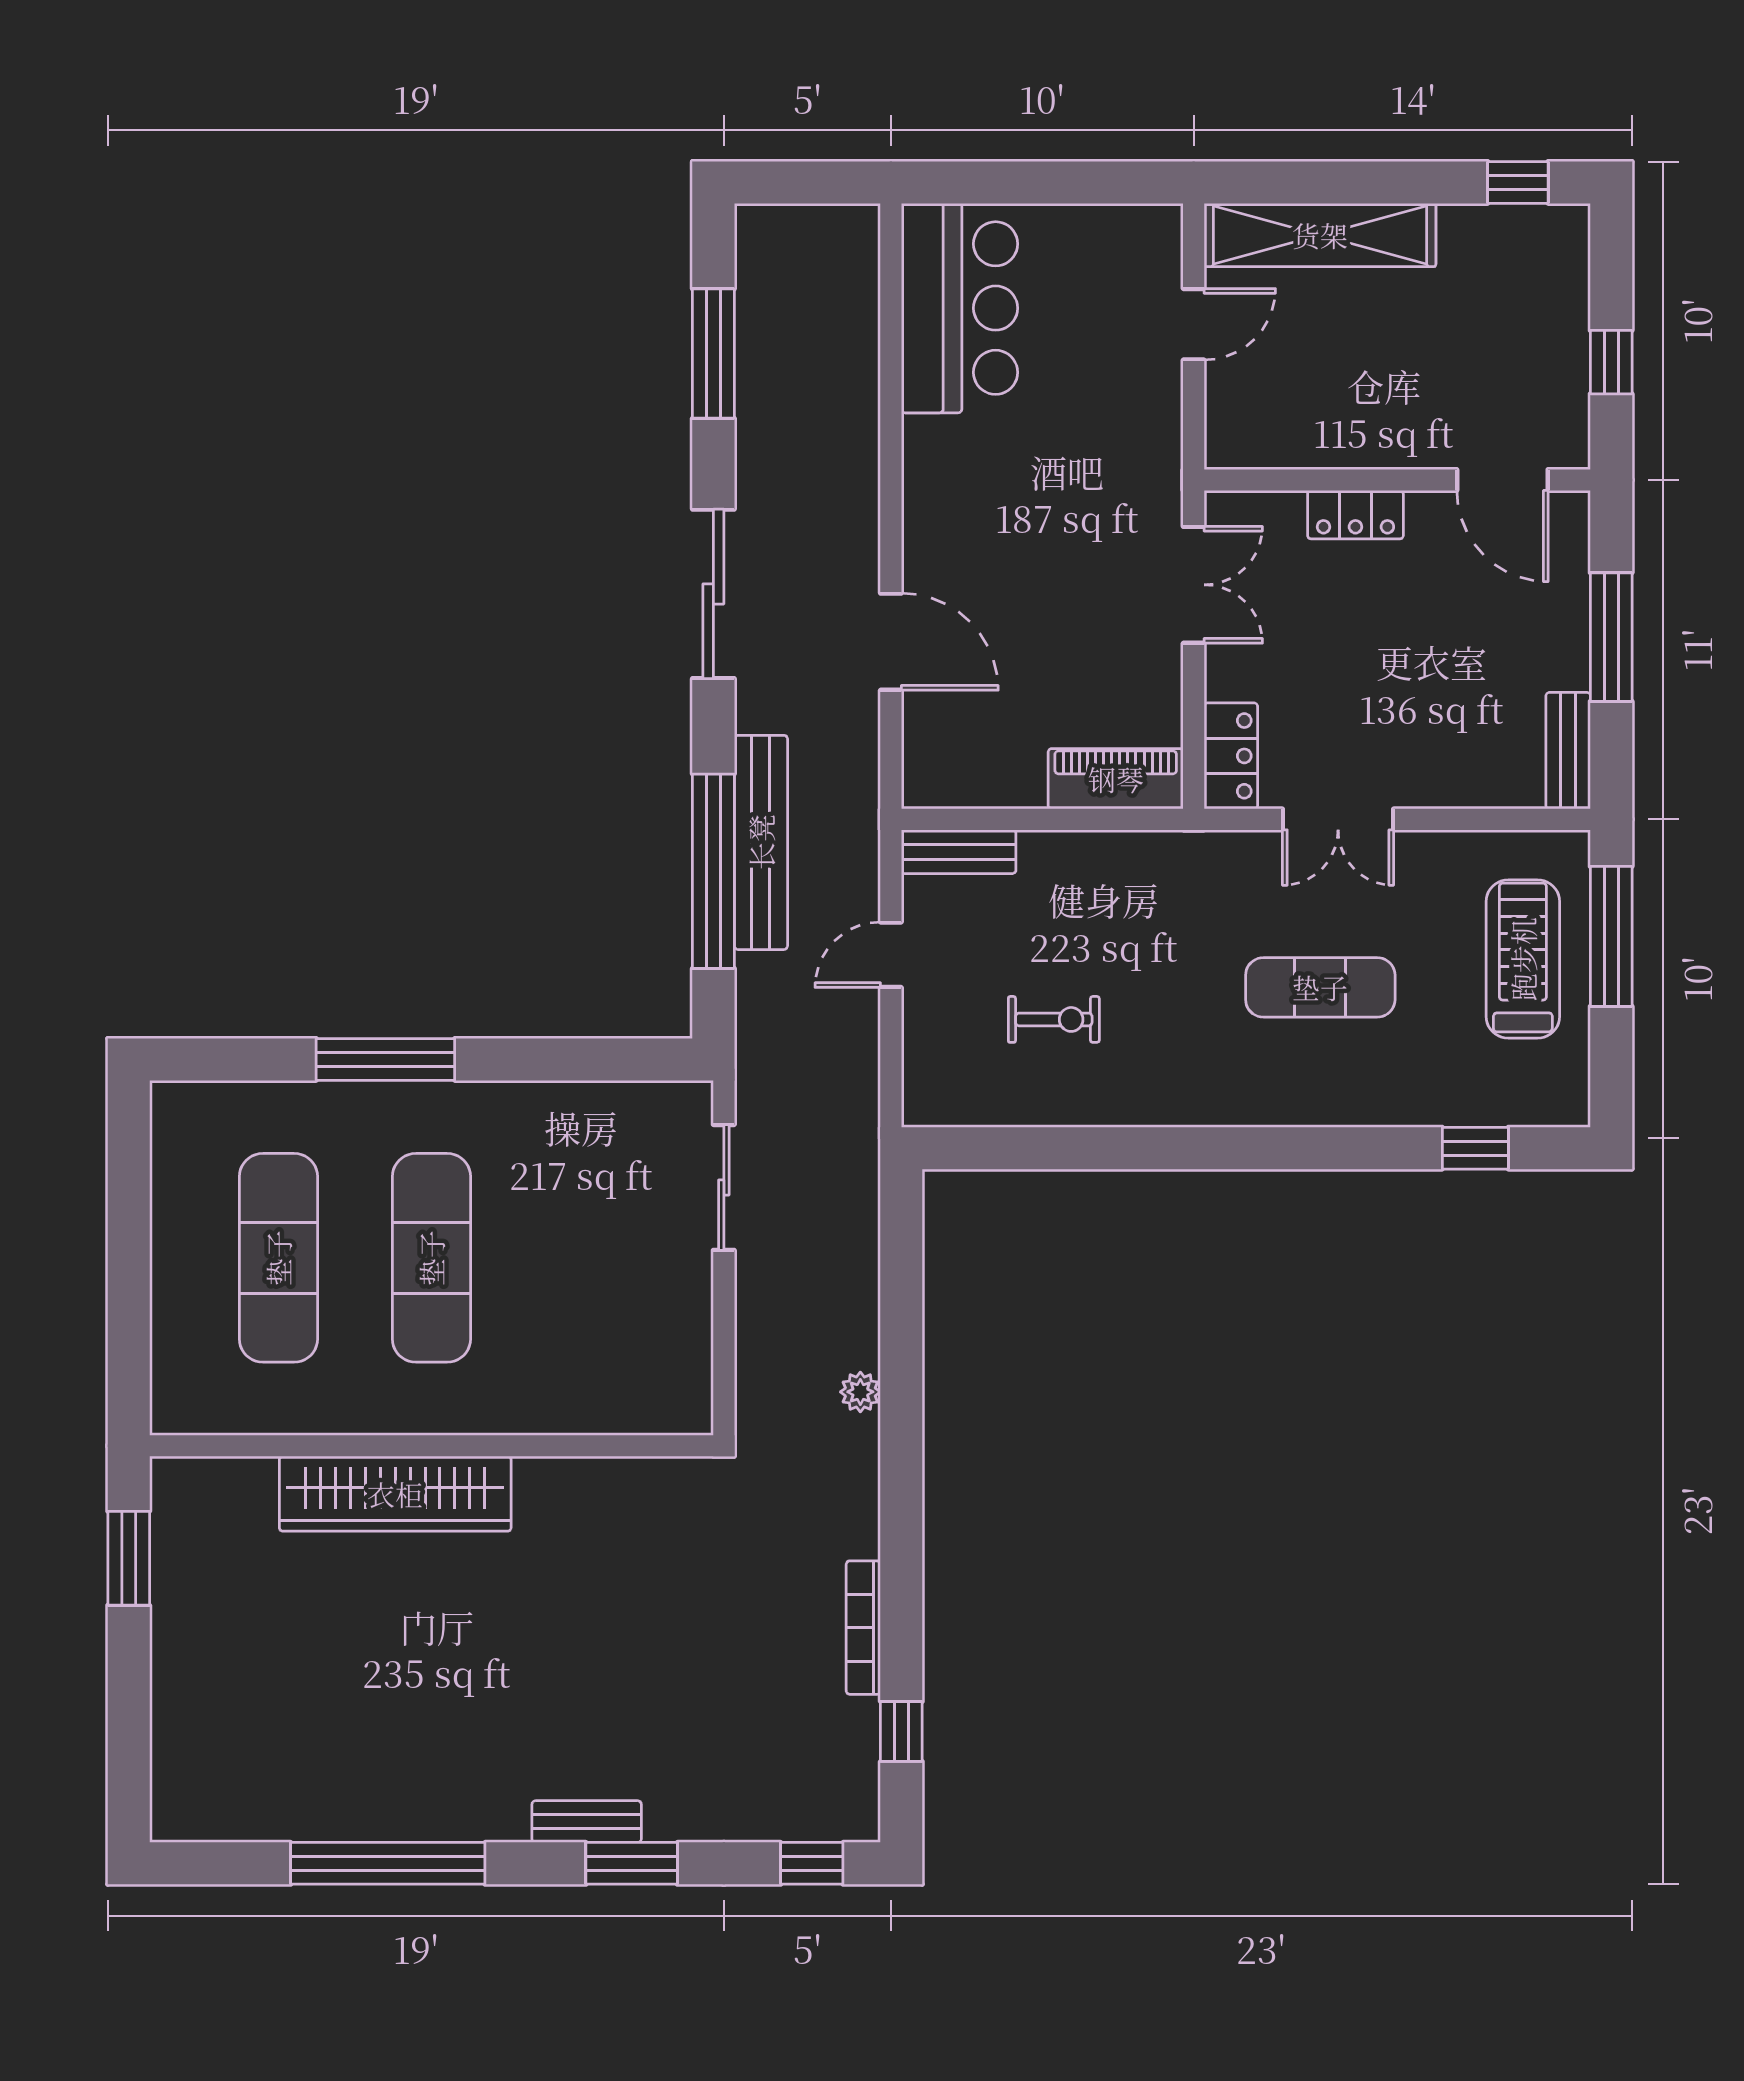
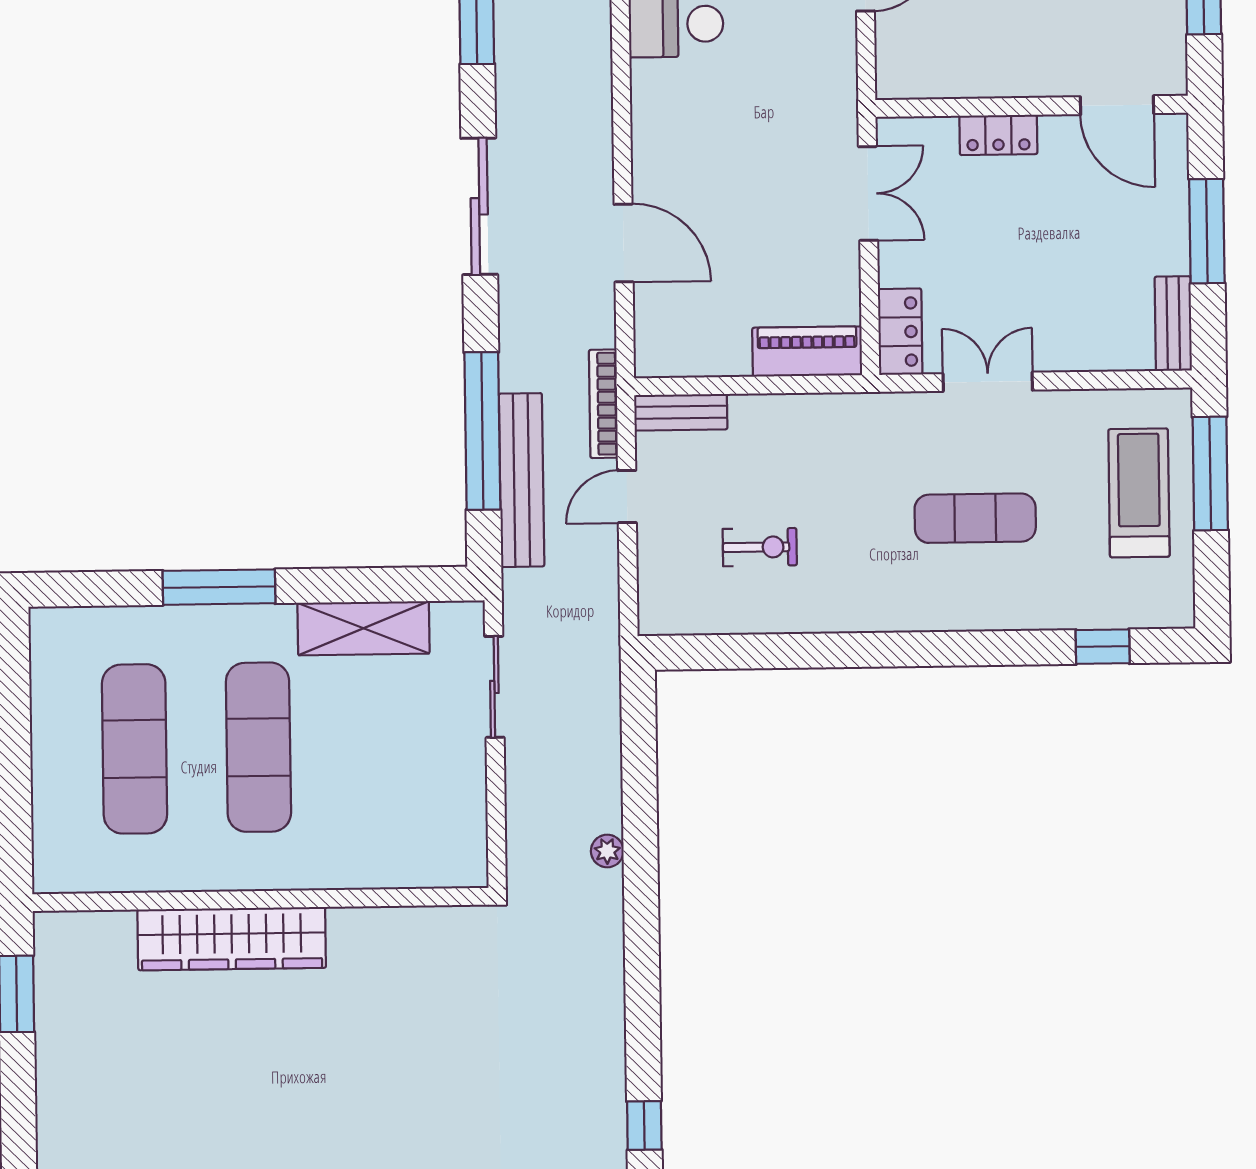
double door: (1338, 819) -> (988, 382), swing flipped
bench: (761, 842) -> (522, 480), moved
shelving: (563, 1113) -> (363, 628), added
bookcase: (863, 1628) -> (603, 404), moved

